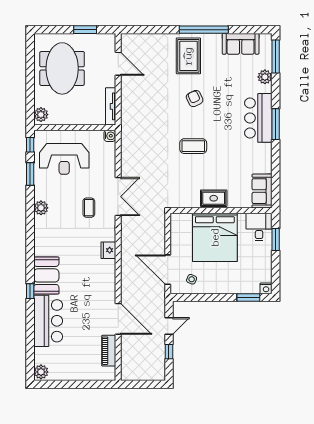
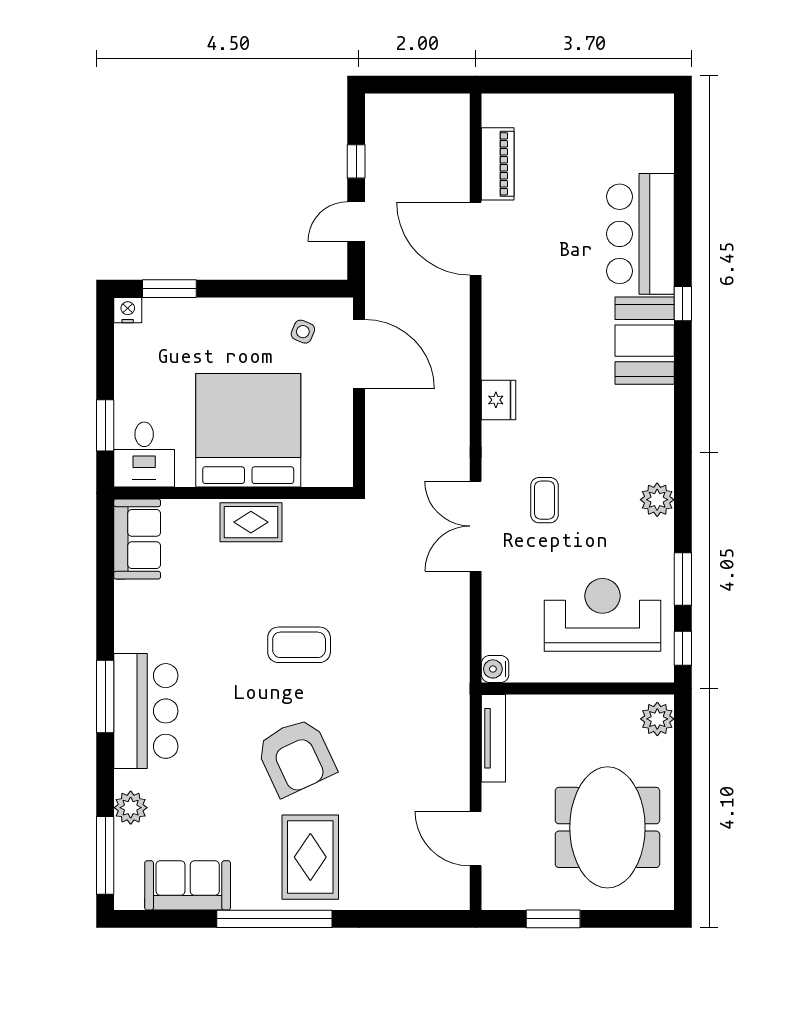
armchair: (195, 98) -> (296, 757), width x1.88, depth x1.88
plant: (41, 372) -> (657, 114), removed

